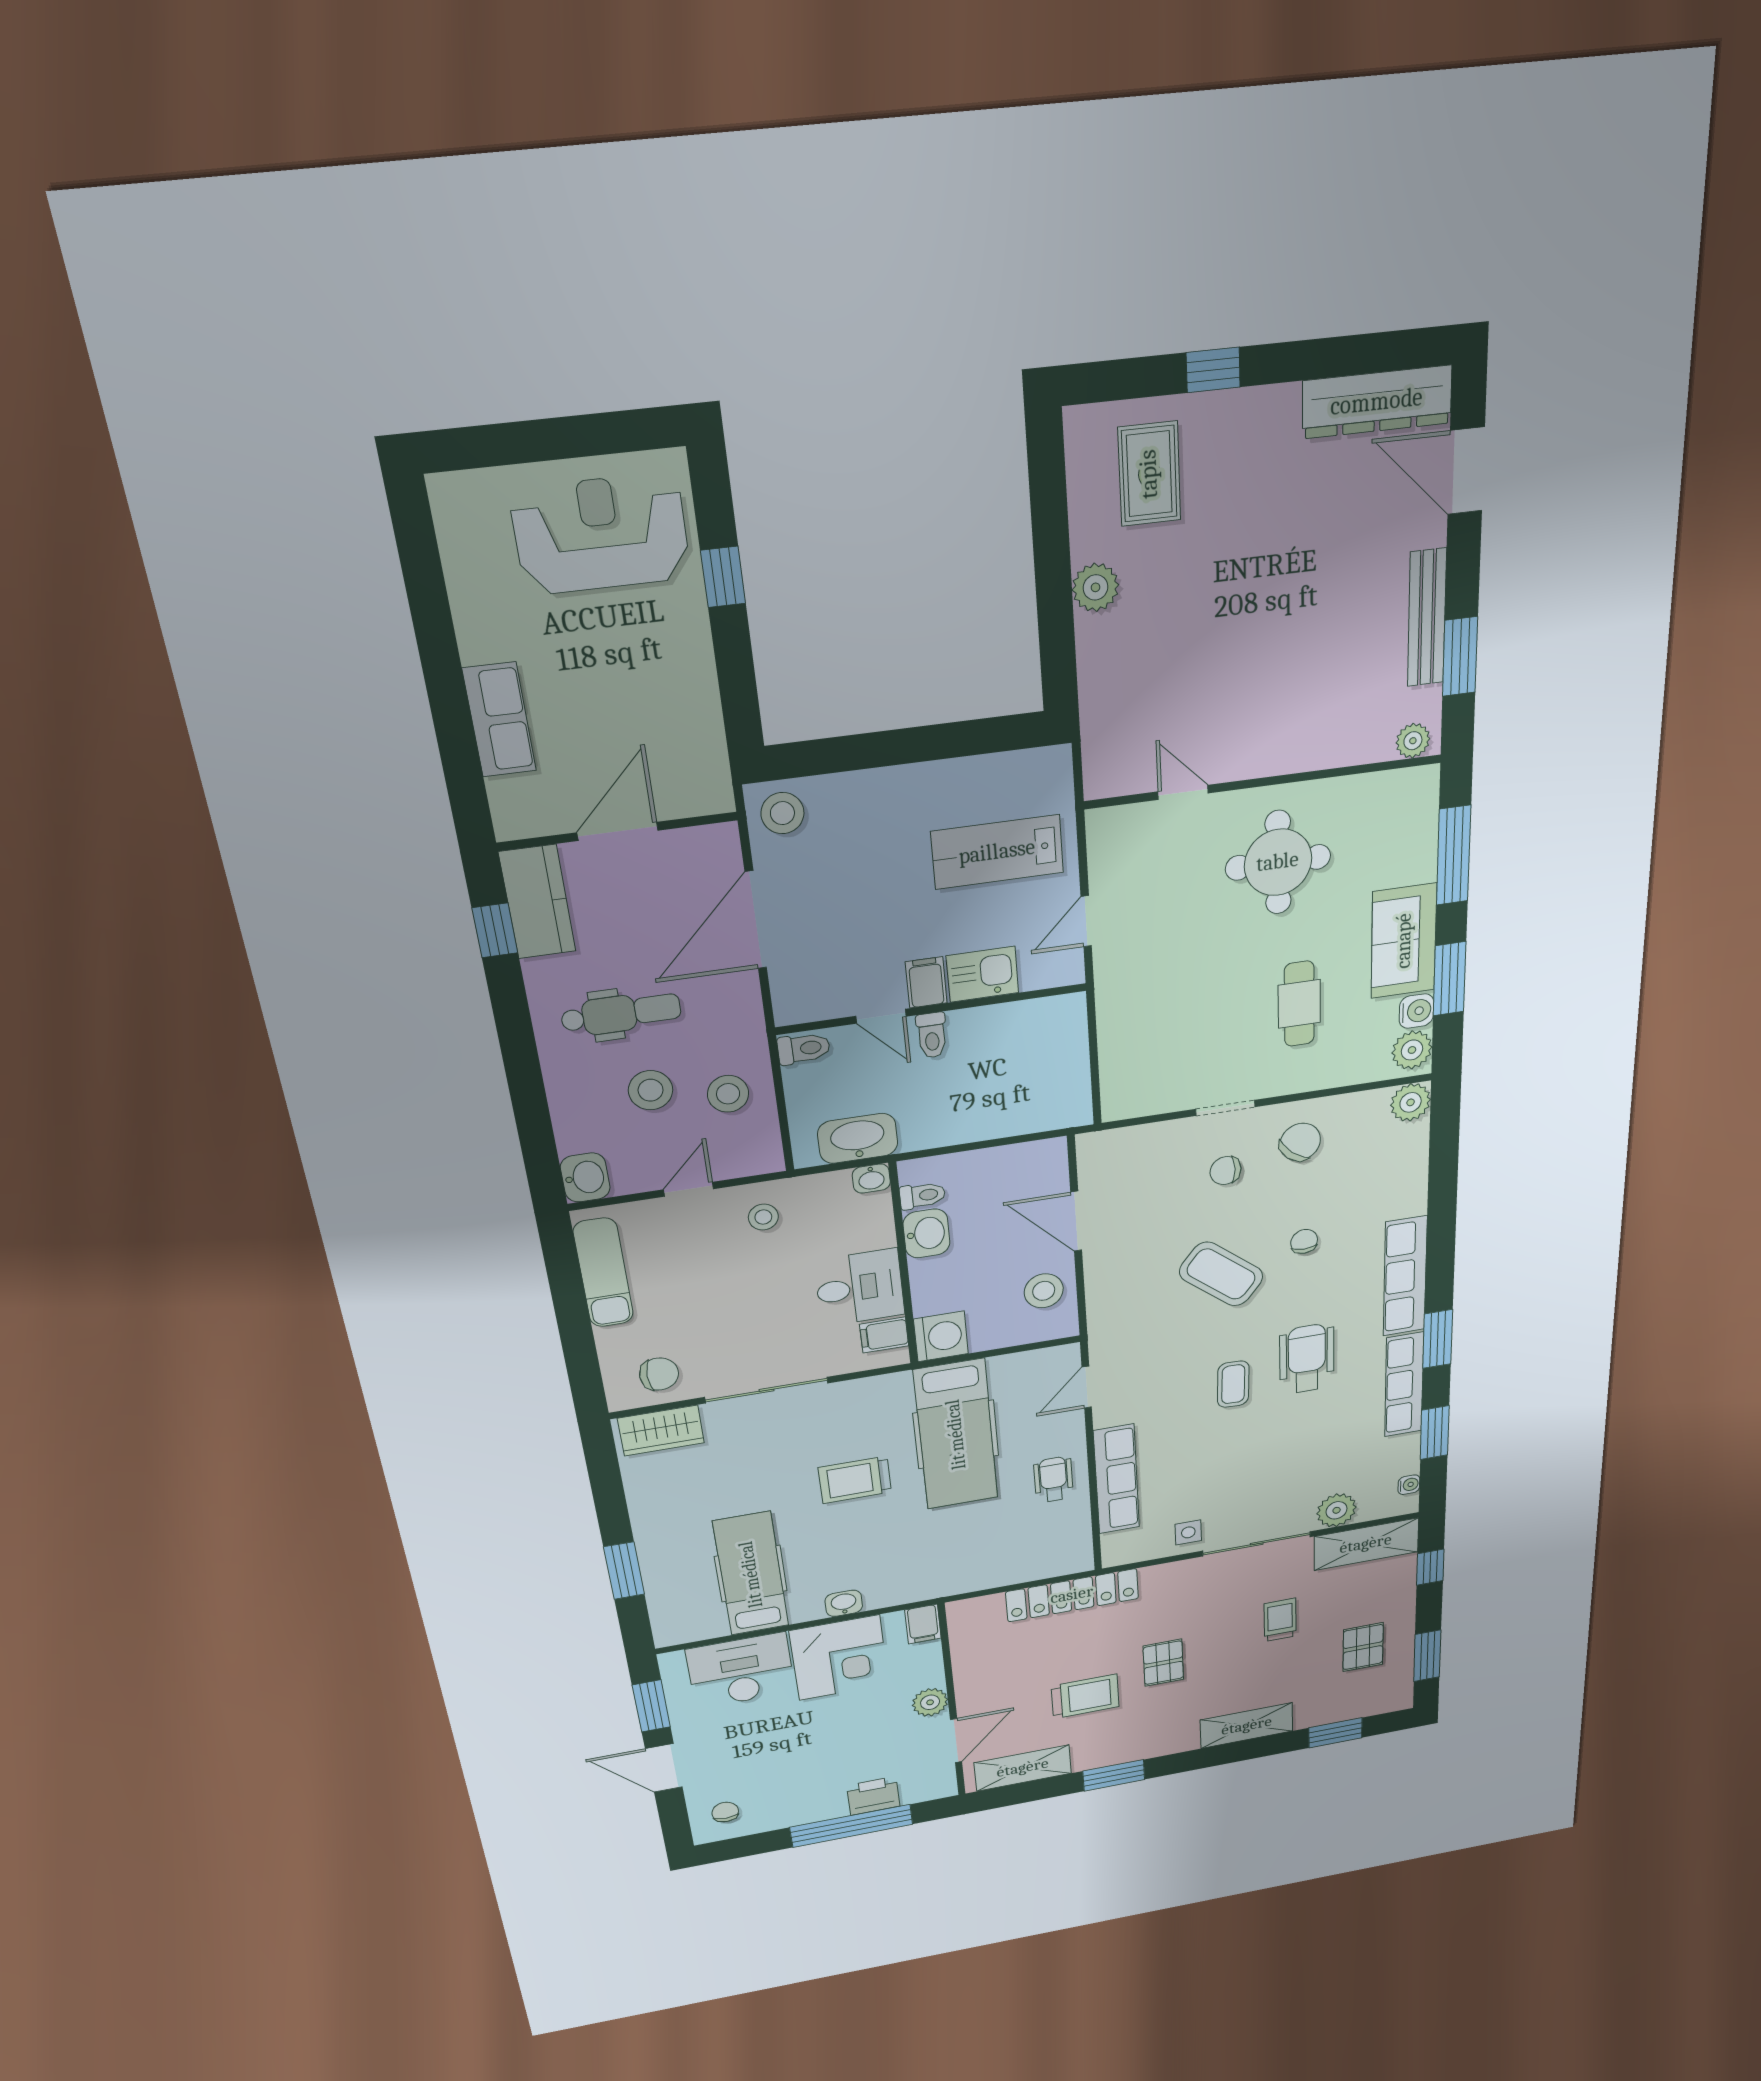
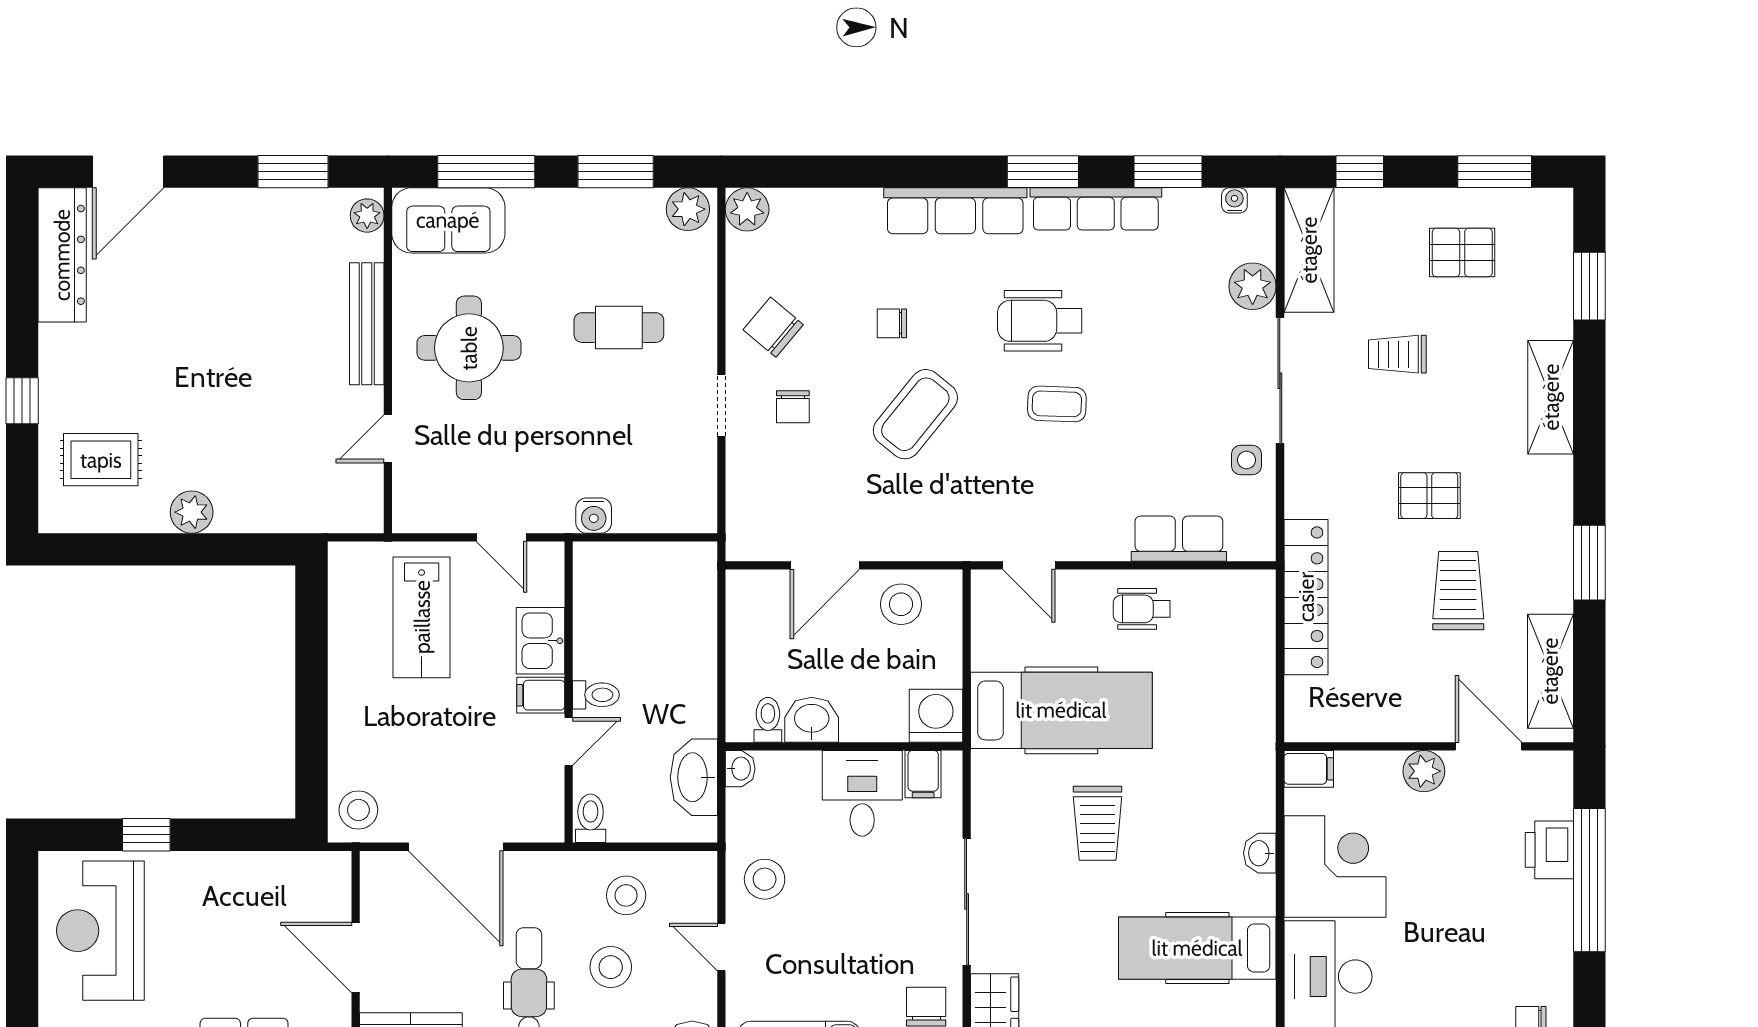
bench: (1427, 618) -> (367, 324), moved, turned 90
sofa: (1404, 941) -> (448, 220), moved
water cooler: (1416, 1011) -> (594, 516), moved, turned 180
stool: (763, 1217) -> (765, 879), width x1.37, depth x1.37
row of seats: (1117, 1479) -> (1179, 539), width x0.68

